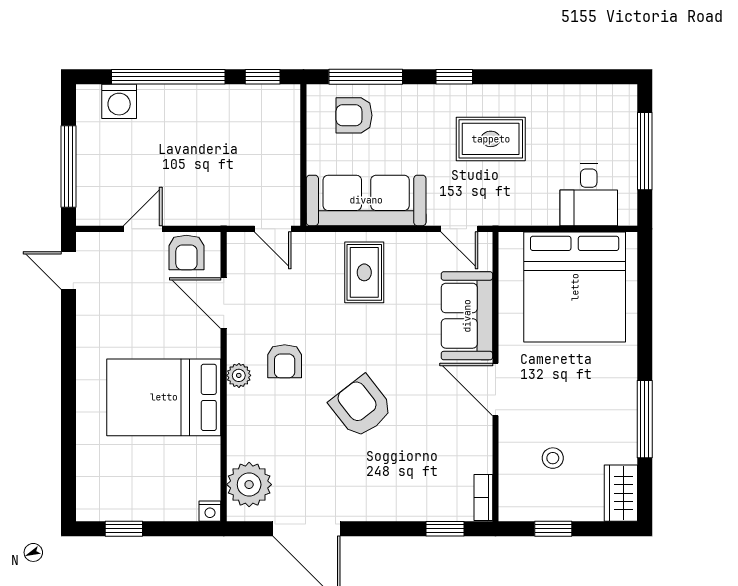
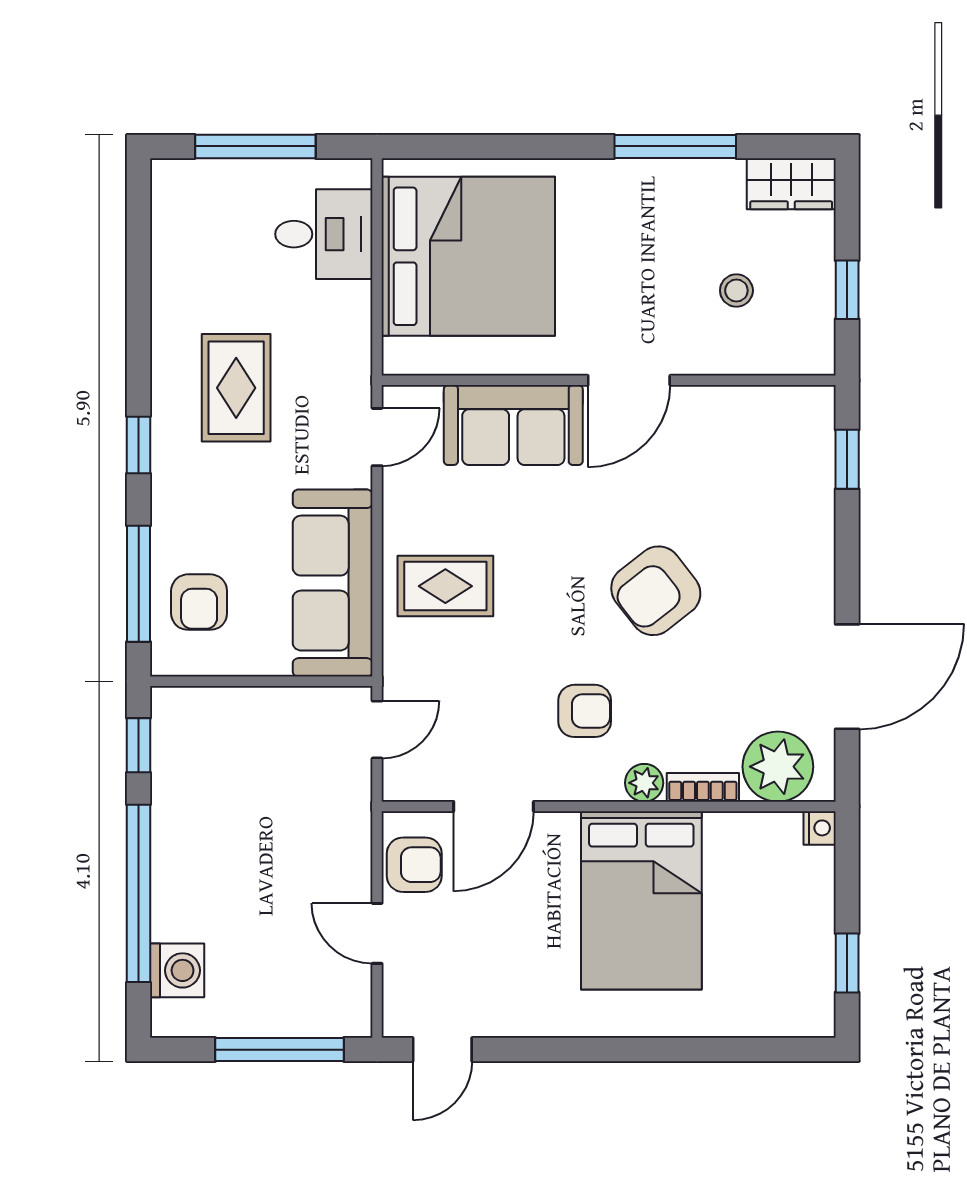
plant: (239, 375) -> (644, 783), moved
bookcase: (483, 498) -> (703, 787), moved, turned 180

